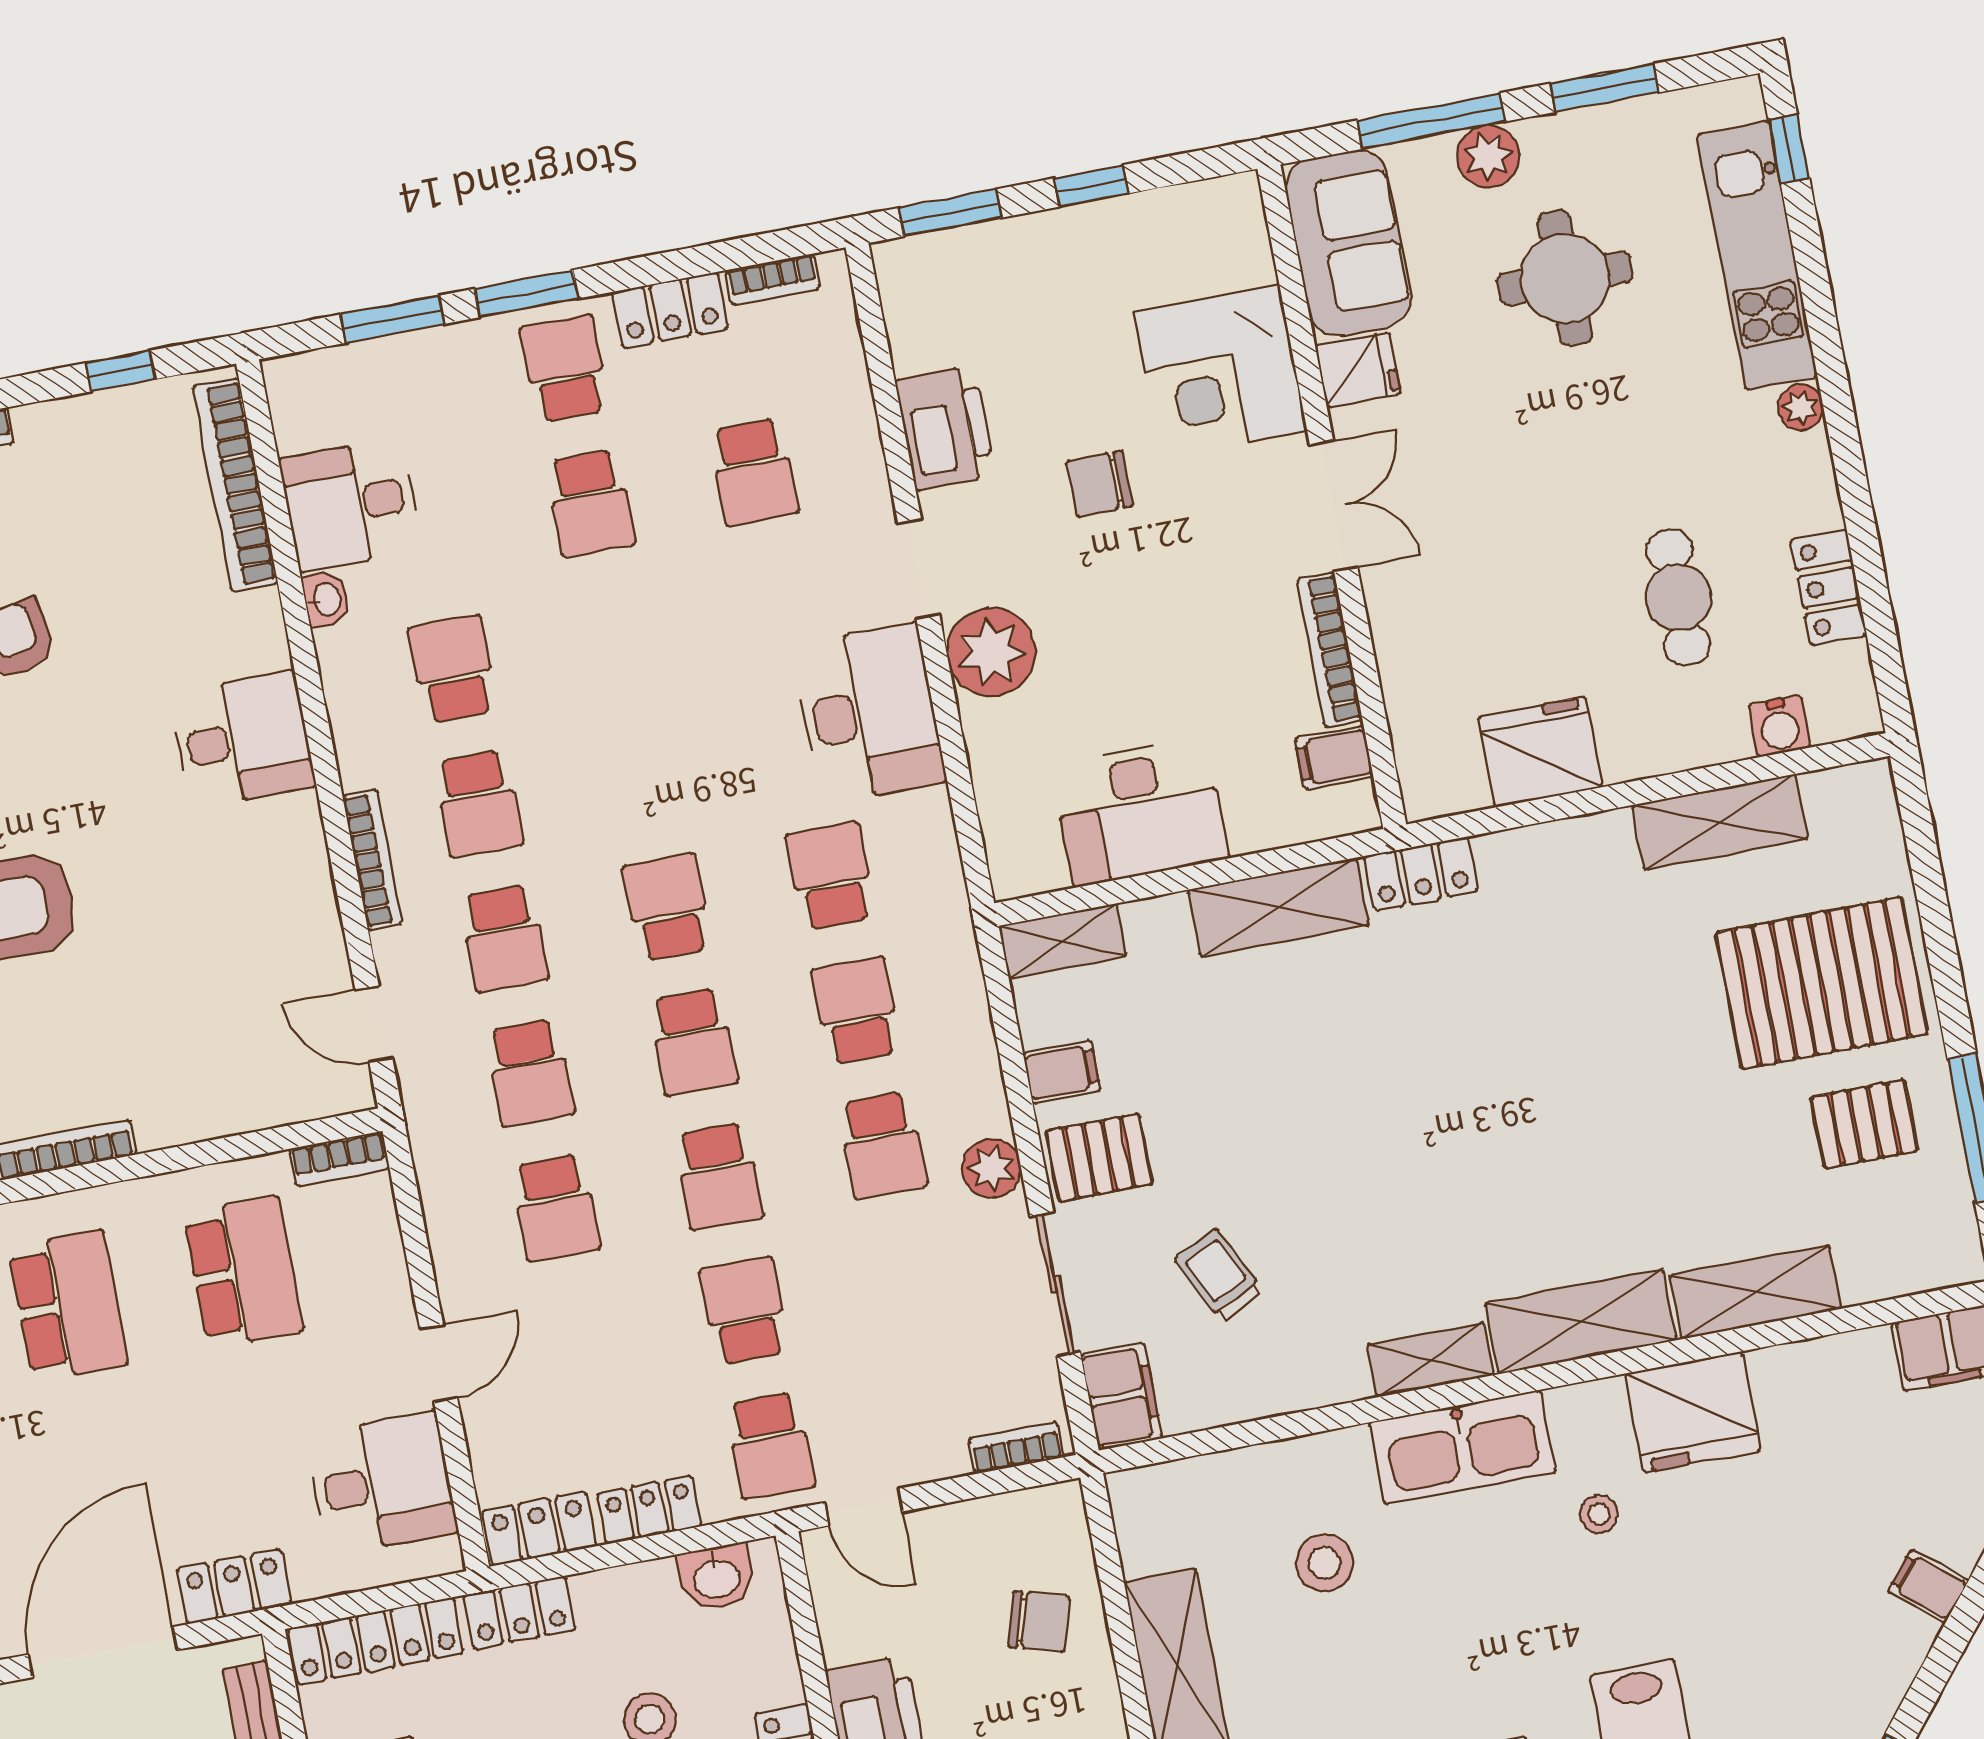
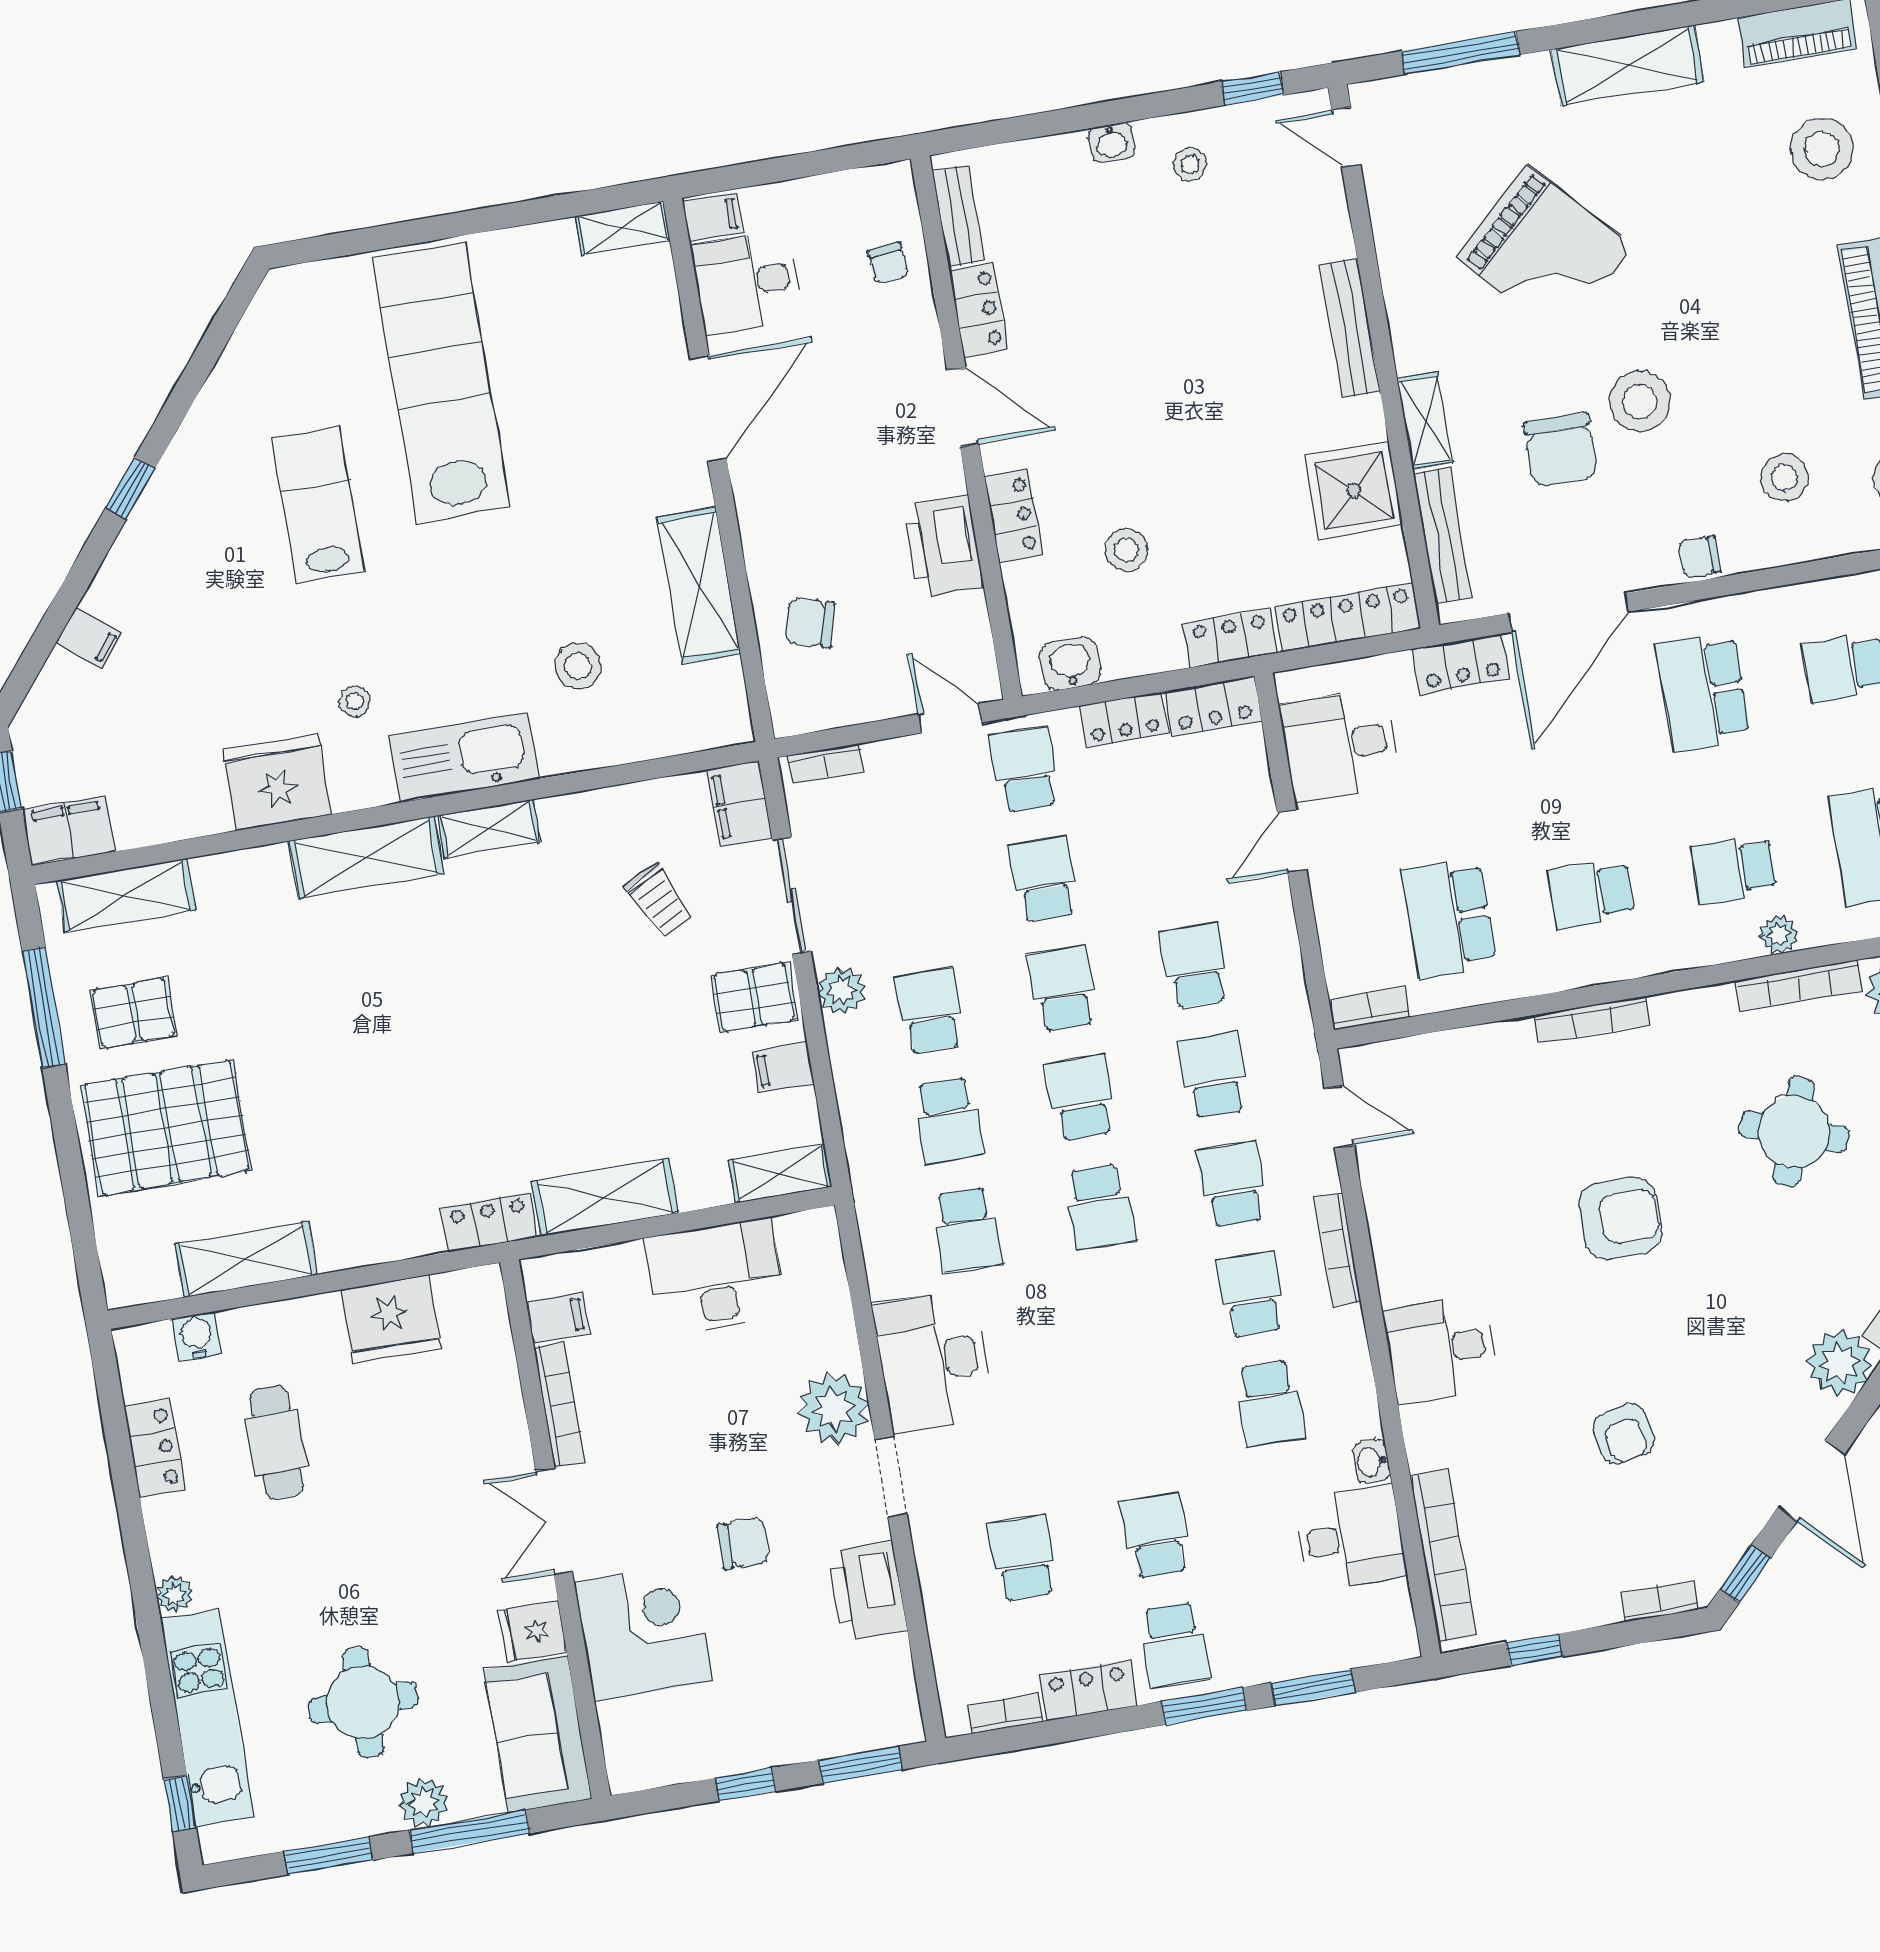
shelving: (1755, 1292) -> (126, 895), moved
school desk: (68, 1306) -> (1591, 894), width x0.54
school desk: (744, 1311) -> (1044, 879), turned 180

